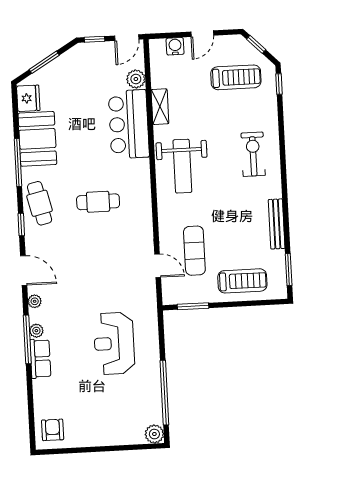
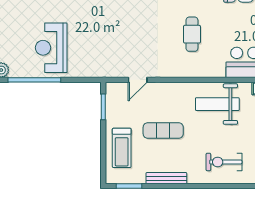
exercise bike: (253, 154) -> (224, 162), turned 180
exercise mat: (194, 251) -> (163, 130), moved
reception desk: (114, 343) -> (51, 48), moved, turned -90

